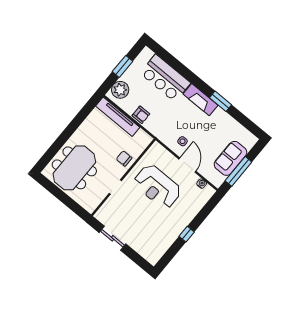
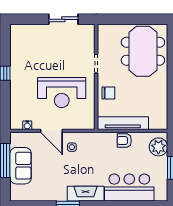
tv unit: (118, 117) -> (123, 123), moved
reception desk: (157, 187) -> (62, 93), turned 180

